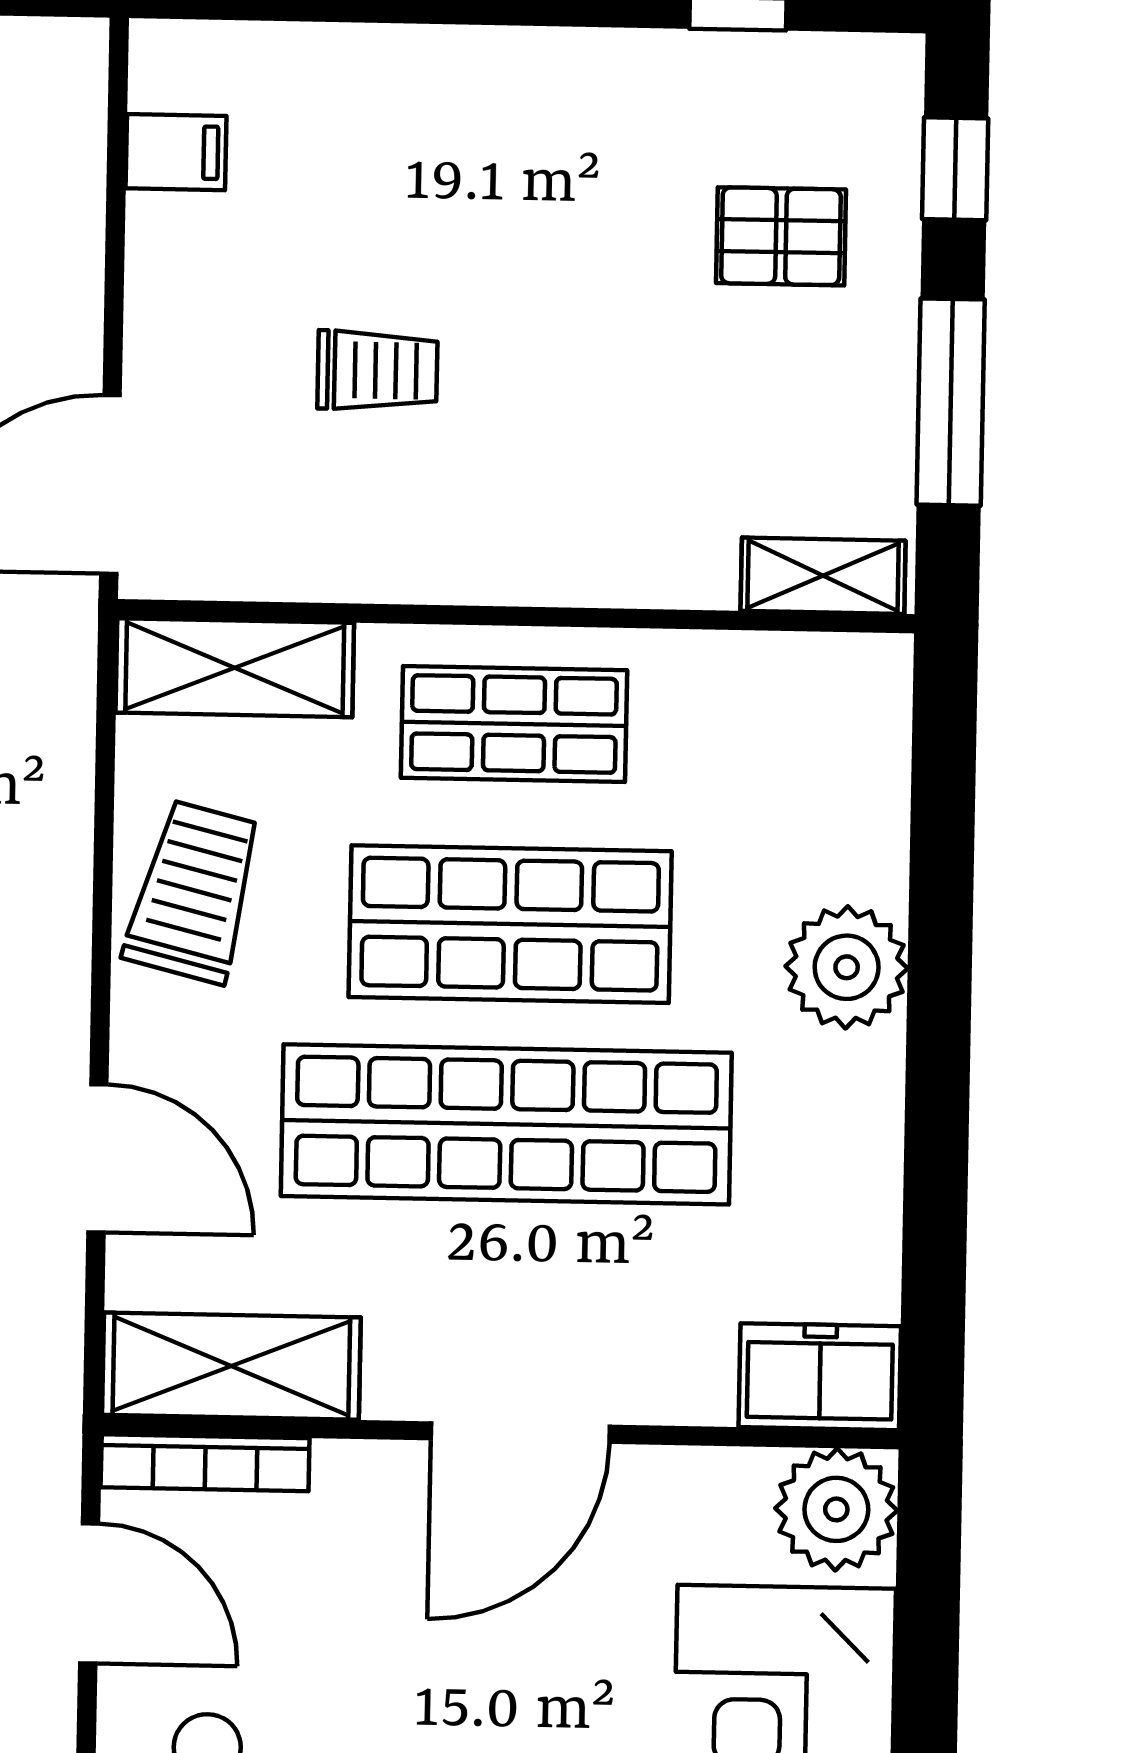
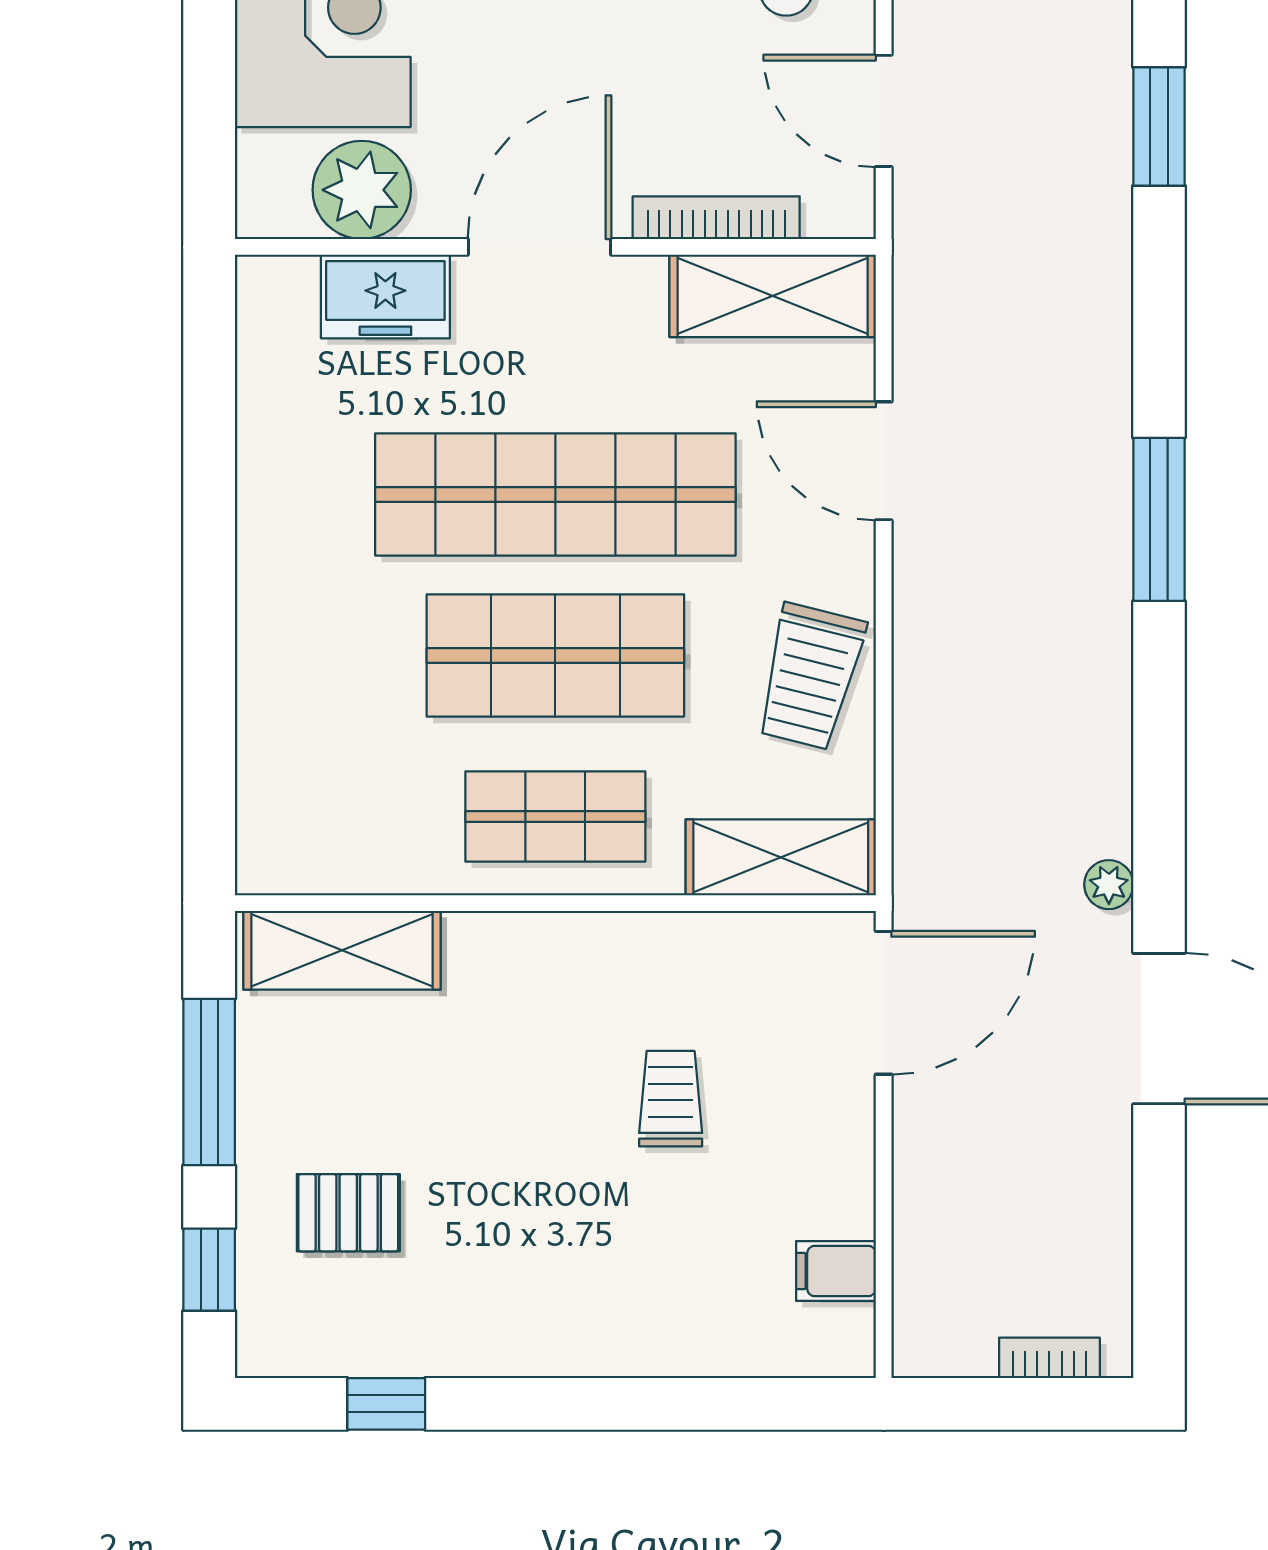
trolley: (377, 370) -> (671, 1099), turned 90
shelving: (823, 576) -> (342, 950), width x1.50, depth x1.33
plant: (847, 967) -> (284, 626), removed
freezer: (820, 1377) -> (385, 296), moved
bookcase: (205, 1463) -> (716, 218), moved
plant: (836, 1509) -> (362, 190), moved

